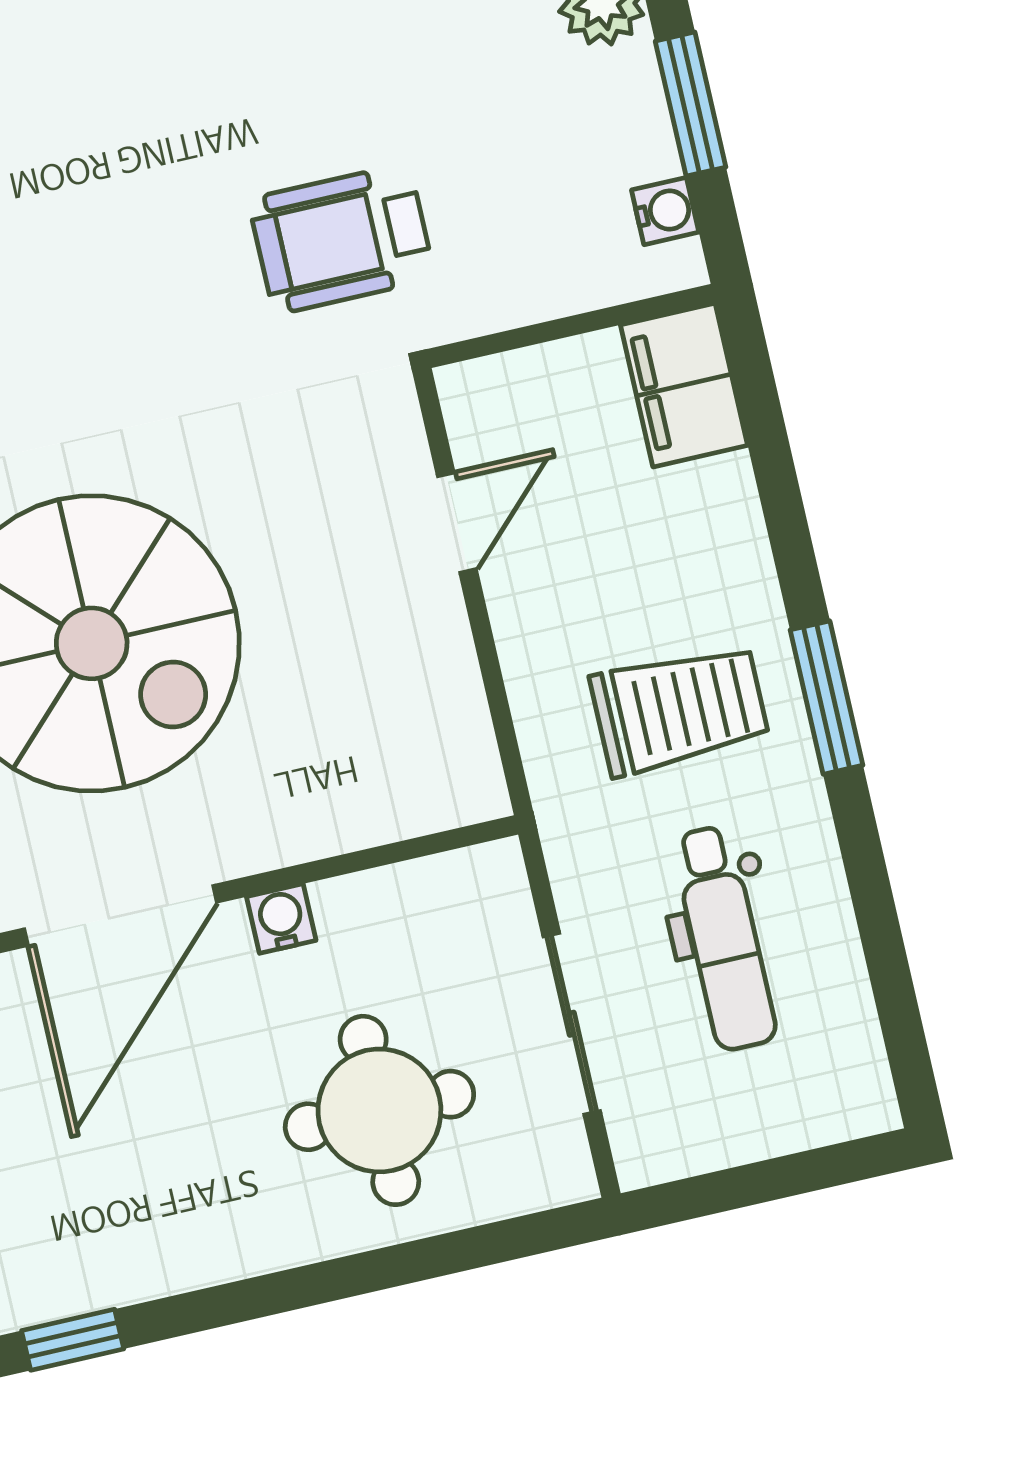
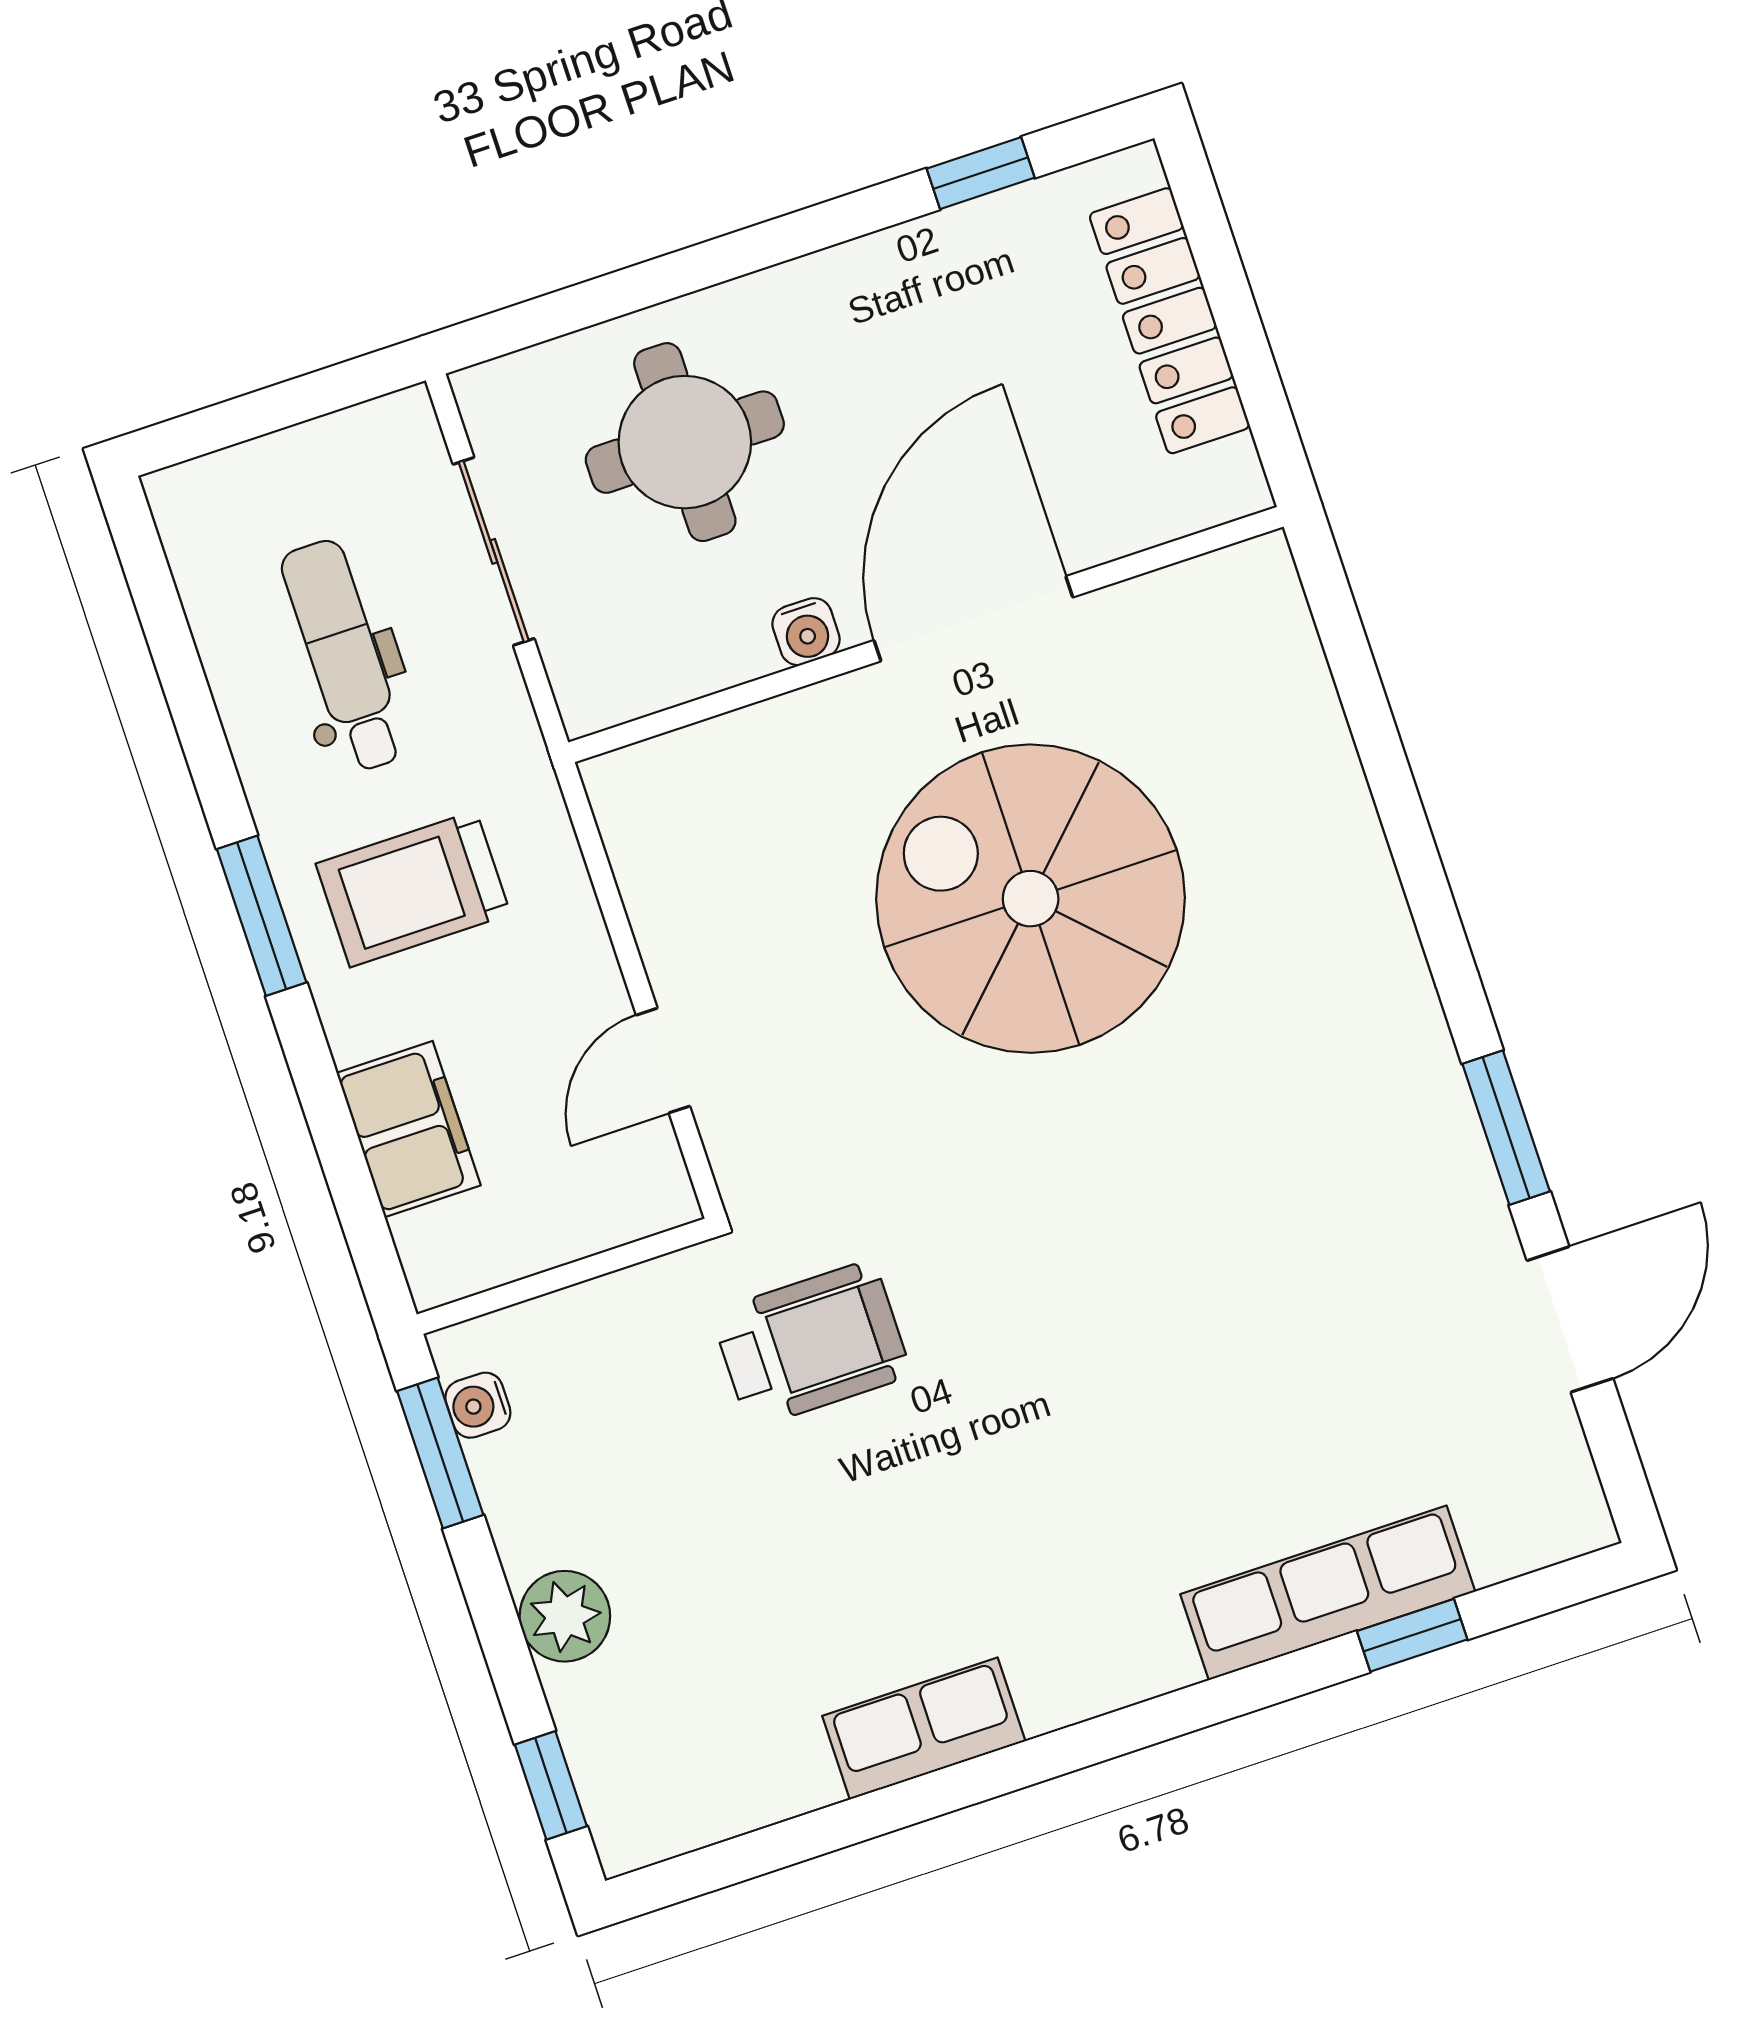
window: (691, 104) -> (440, 1453), moved
filing cabinet: (684, 385) -> (409, 1129), moved

